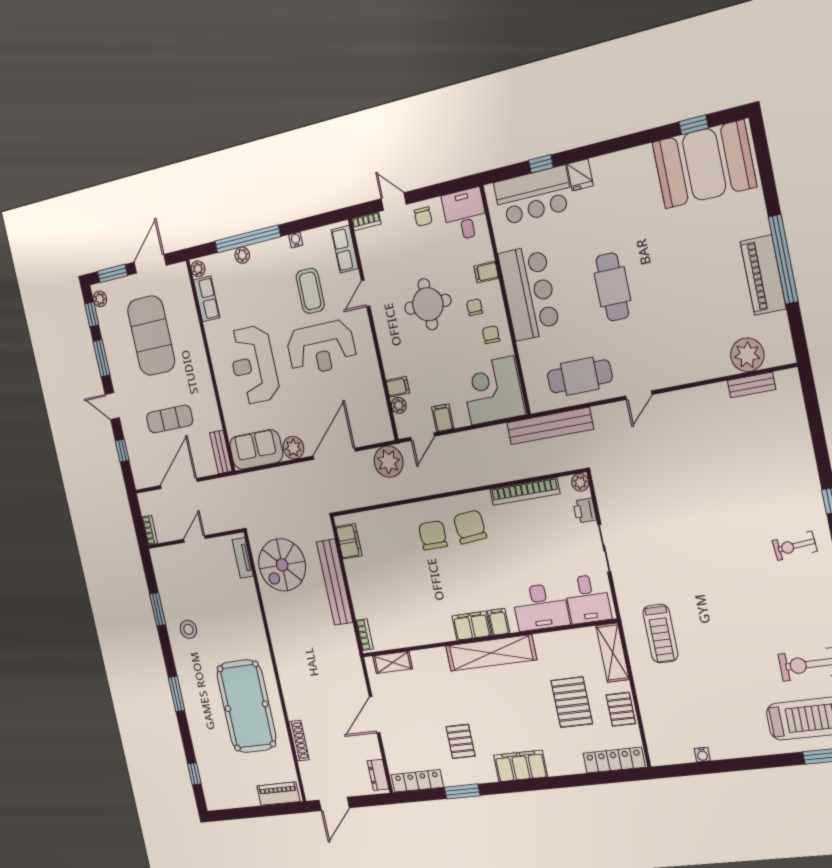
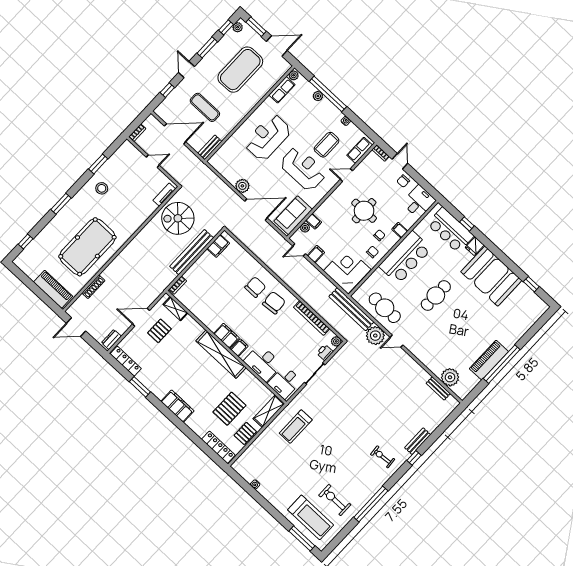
booth: (704, 164) -> (491, 276), moved
reception desk: (321, 348) -> (303, 169), turned 180
sofa: (256, 449) -> (293, 215), moved, turned -90
plant: (389, 462) -> (375, 336), moved
bench: (809, 476) -> (418, 441), added
pallet: (460, 741) -> (159, 331), moved
piano: (278, 794) -> (53, 289), width x1.37, depth x1.33

